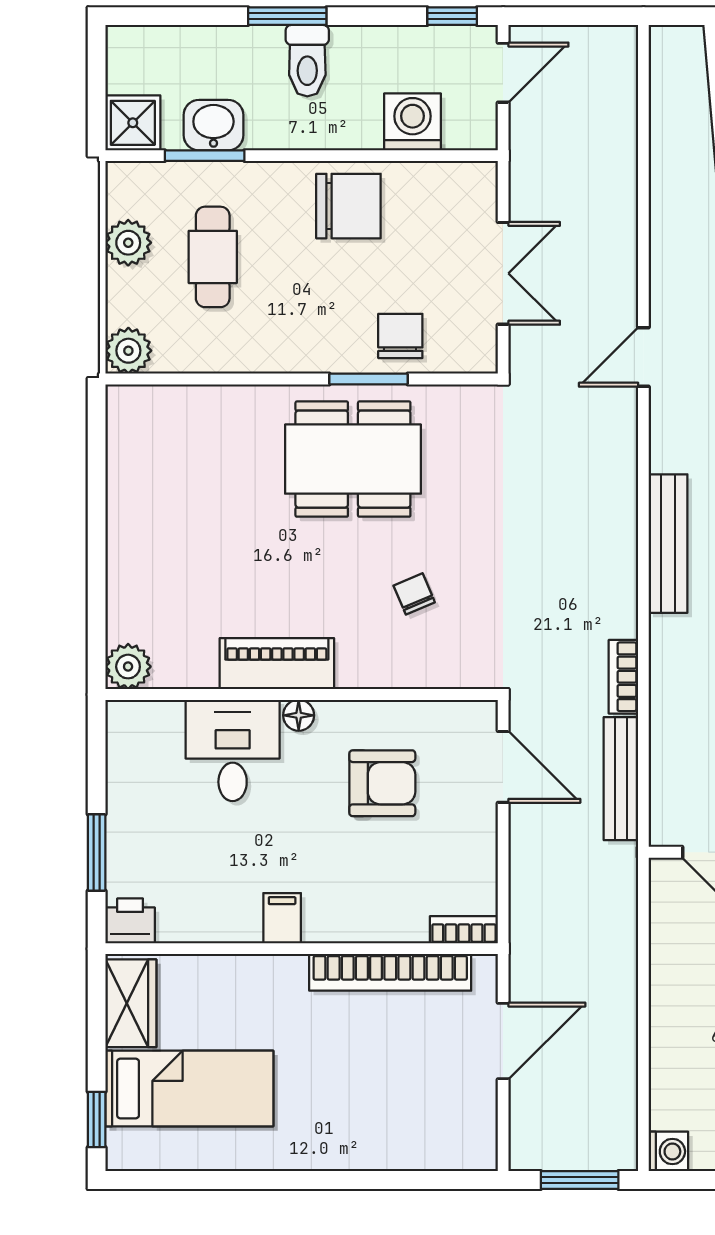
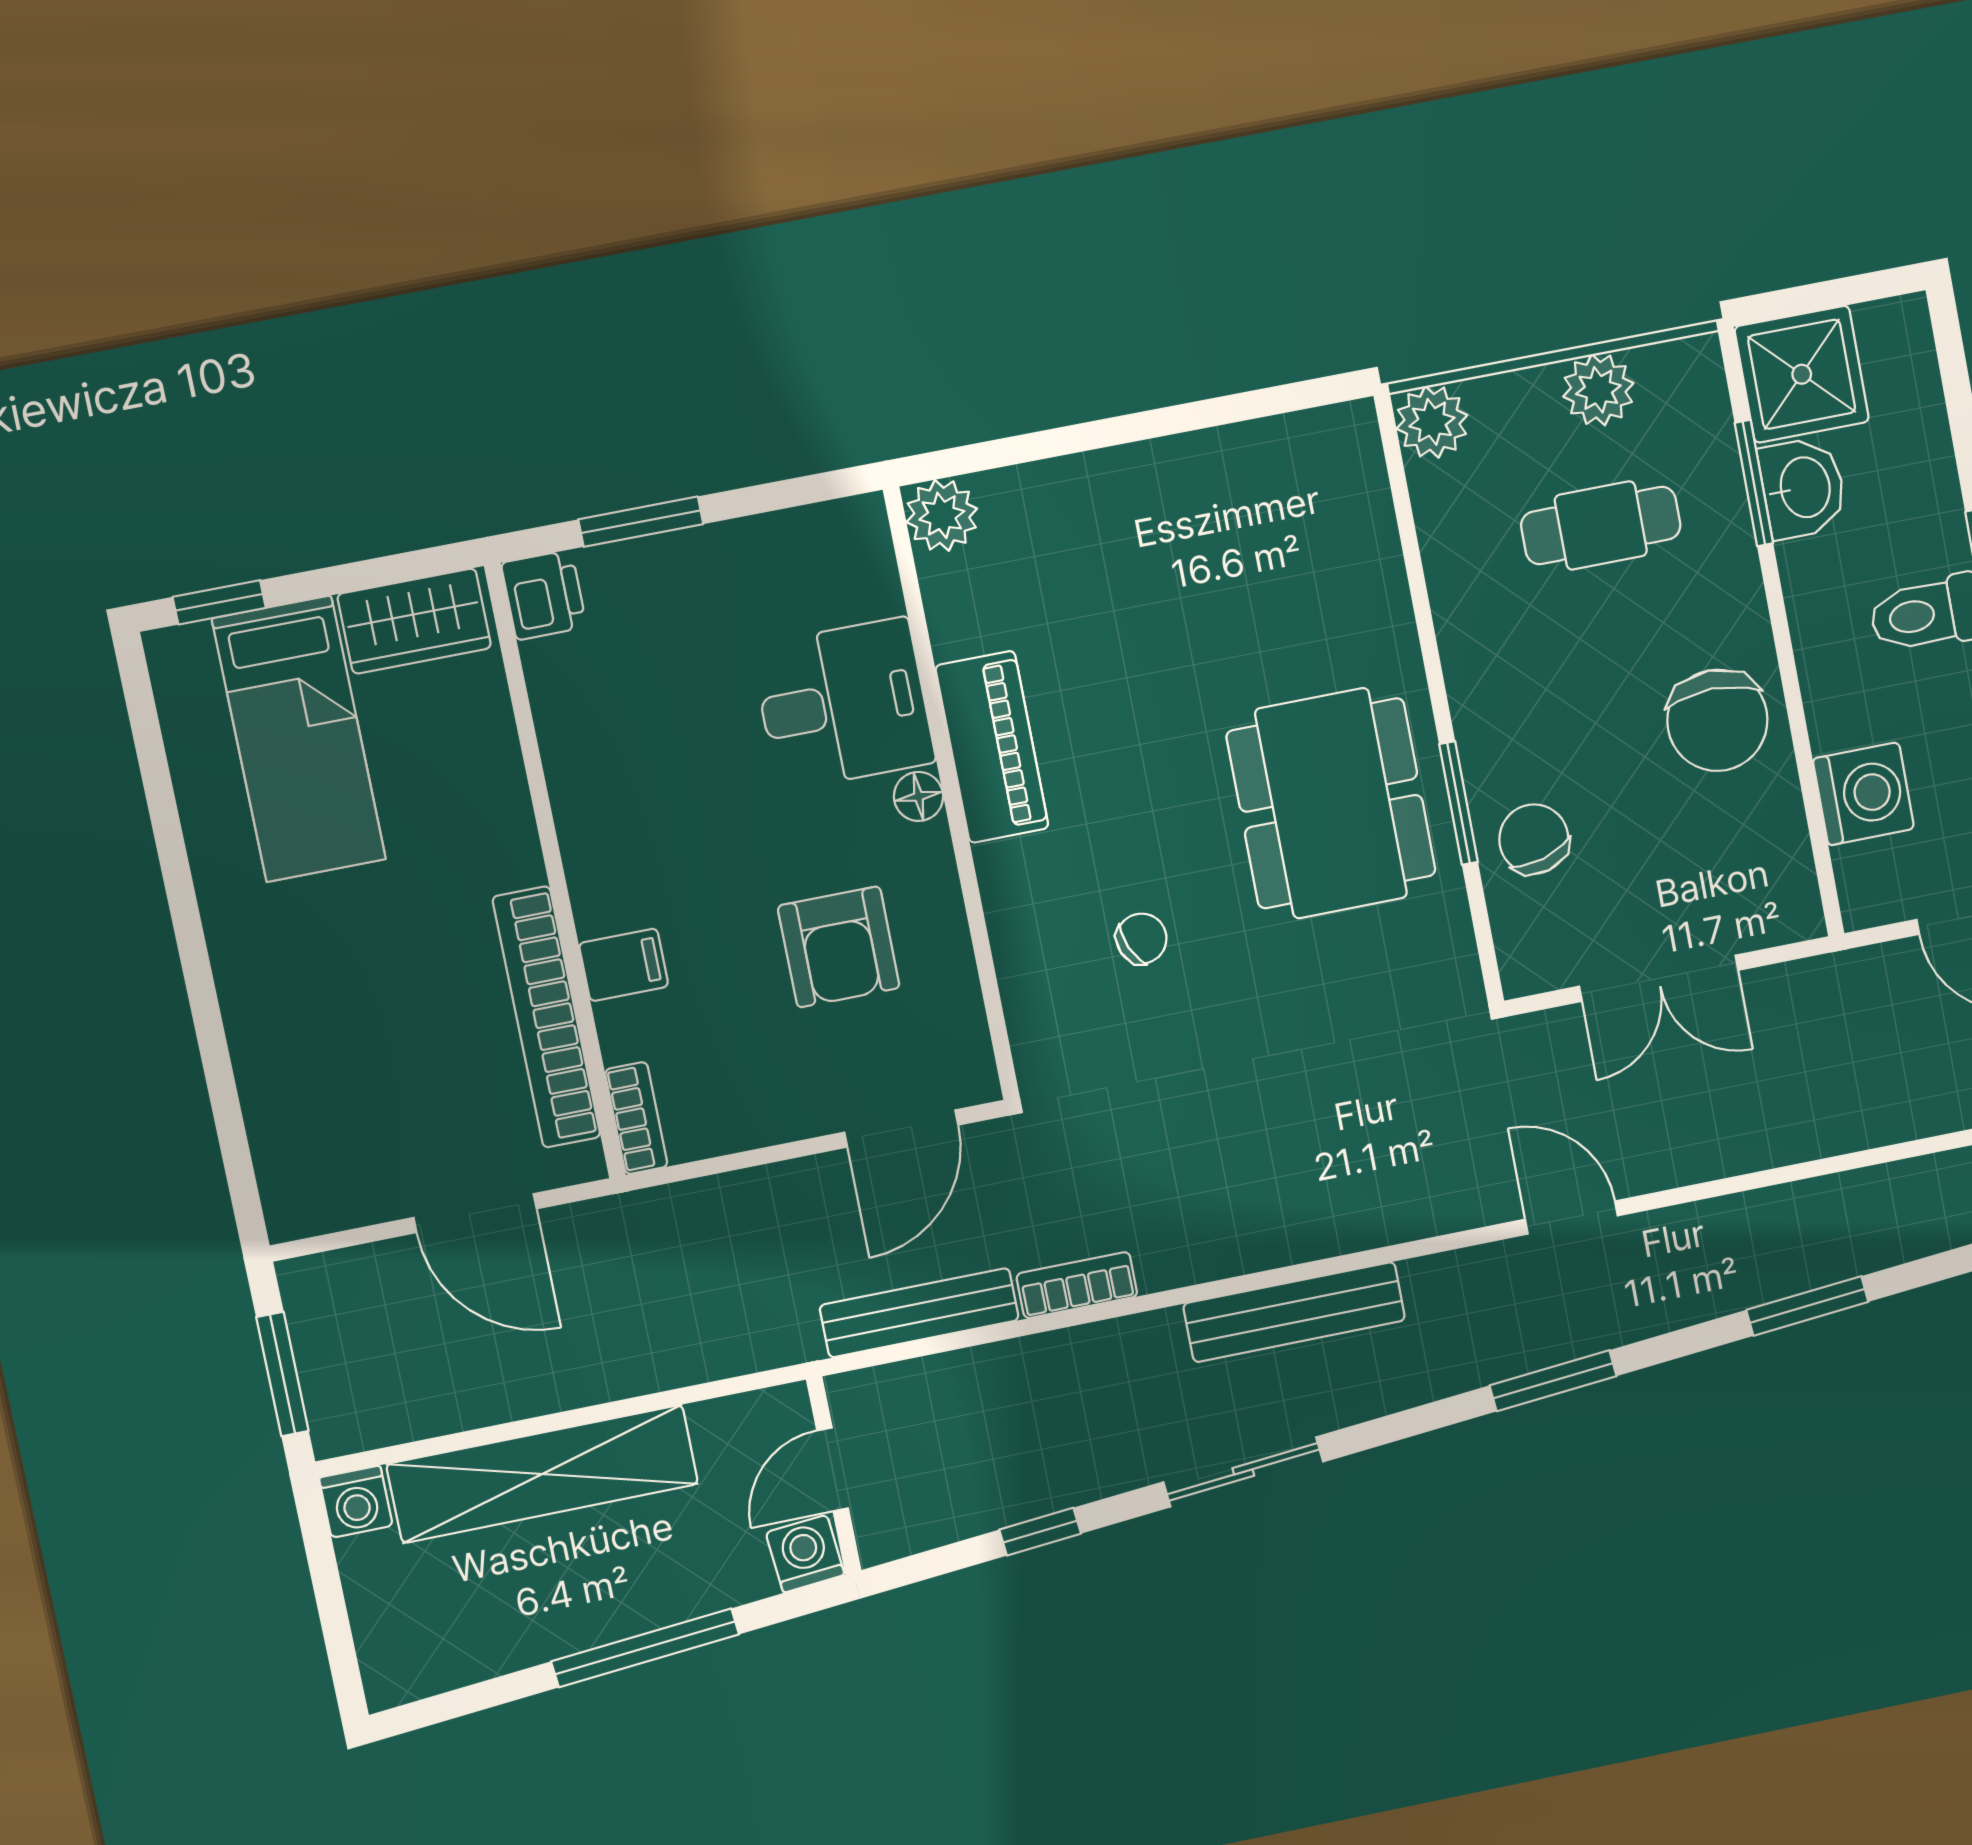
shower: (133, 123) -> (1802, 374), width x1.36, depth x1.36
chair: (400, 336) -> (1534, 839), turned -106
filing cabinet: (282, 918) -> (624, 965), moved
shelving: (675, 1033) -> (542, 1474), added

